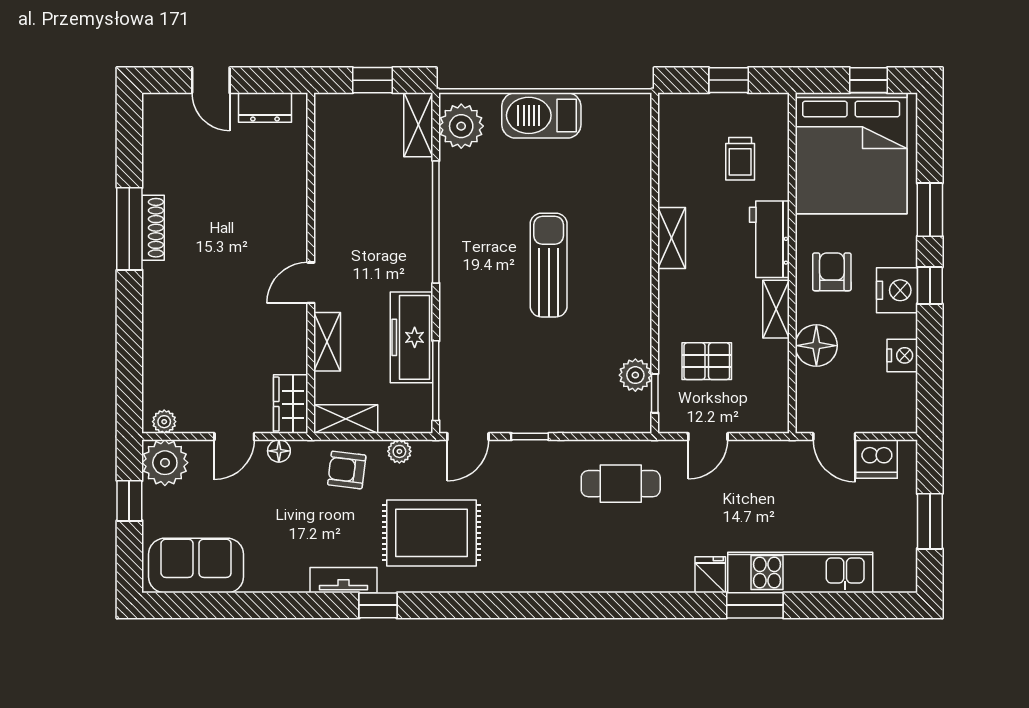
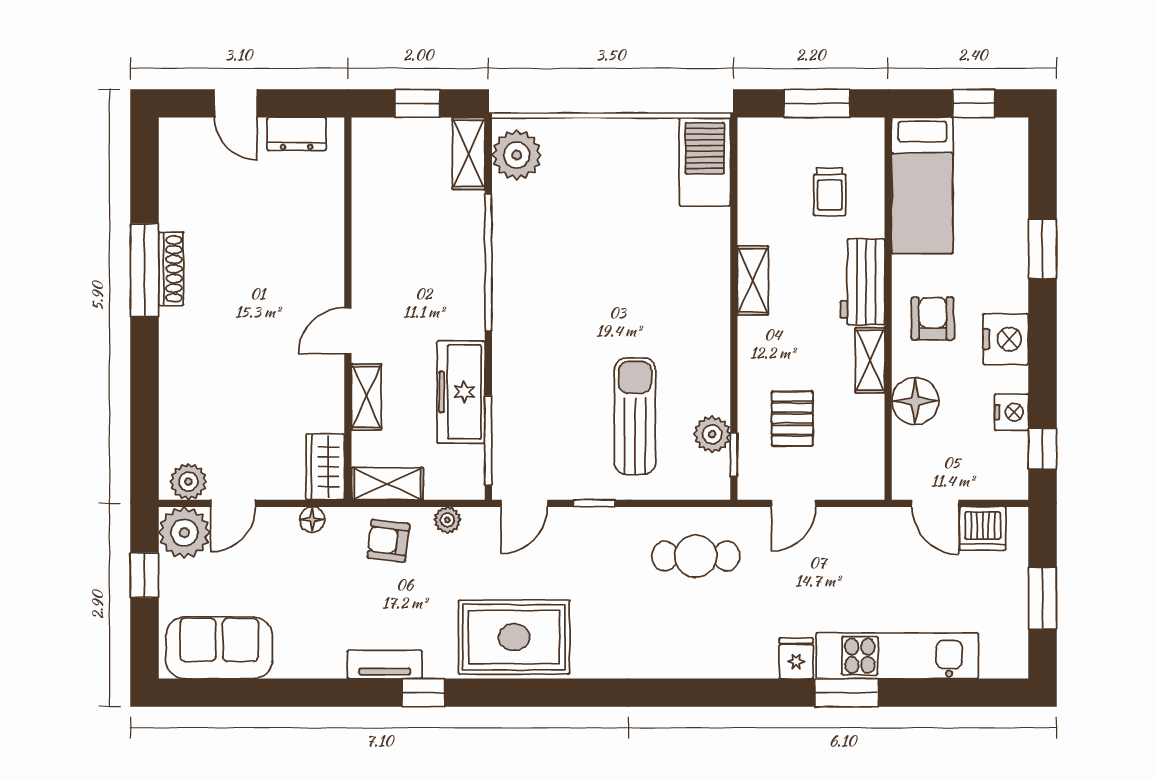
window: (729, 80) -> (817, 103), width x1.50
barbecue: (541, 115) -> (705, 162), moved, turned 90
bed: (851, 153) -> (922, 185), width x0.49
sun lounger: (549, 265) -> (635, 416), moved
window: (930, 286) -> (1043, 449), moved
pallet: (707, 361) -> (792, 419), turned 90
plant: (164, 422) -> (188, 482), width x1.38, depth x1.38
door: (234, 437) -> (233, 503), moved
rug: (432, 533) -> (514, 637), moved

